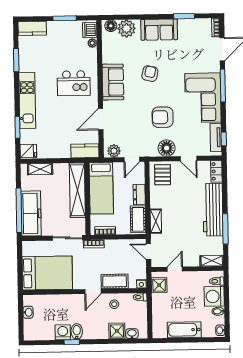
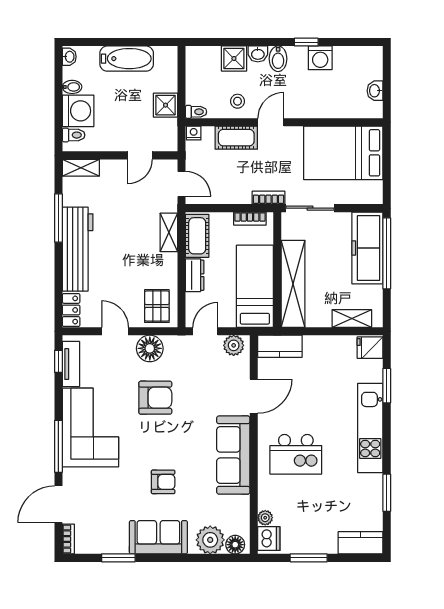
armchair: (150, 74) -> (163, 482), moved, turned -103
sofa: (113, 82) -> (233, 455), width x1.36
kitchen island: (74, 83) -> (296, 454), turned 180
shower: (159, 285) -> (166, 105), moved
bidet: (77, 332) -> (278, 59), moved
washbasin: (132, 334) -> (258, 54), moved

